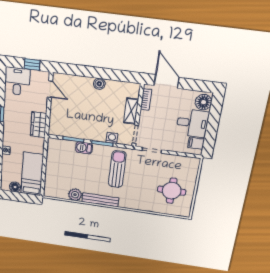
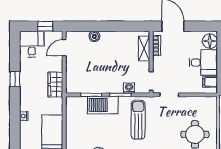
boiler: (99, 84) -> (94, 36), moved
door: (50, 89) -> (64, 48), swing flipped
shelving: (131, 111) -> (144, 48), moved
barbecue: (84, 148) -> (103, 105), width x1.88, depth x1.53

